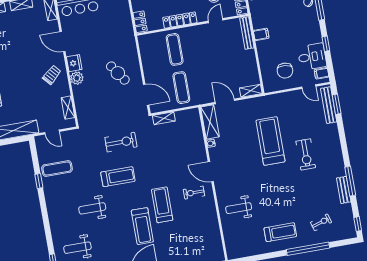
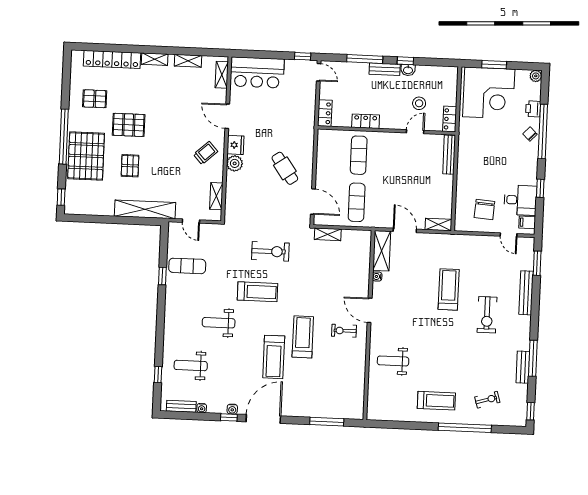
locker: (180, 20) -> (366, 121), width x0.66
filing cabinet: (261, 34) -> (466, 160), removed
bench: (329, 105) -> (526, 293), moved
treadmill: (270, 141) -> (449, 289), width x0.73, depth x0.73

